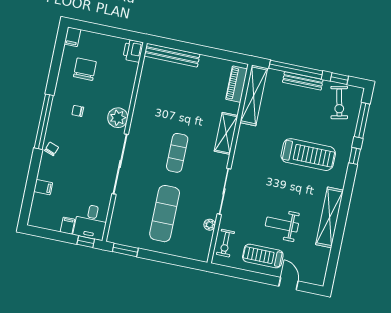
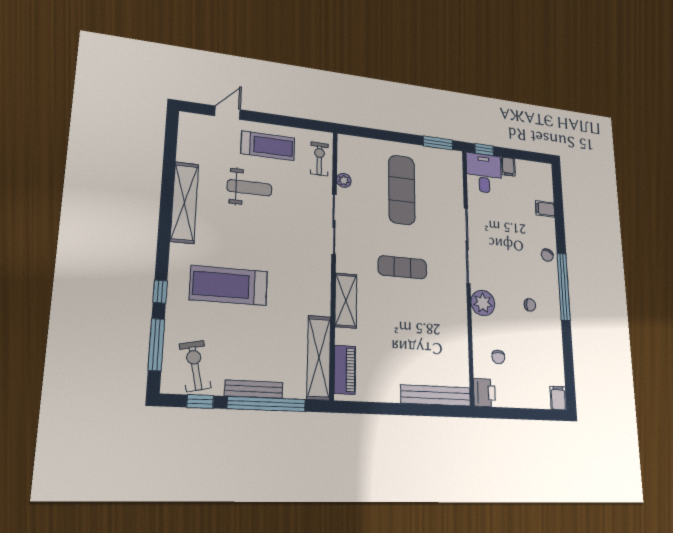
chair: (85, 69) -> (498, 357), moved, width x0.54, depth x0.54
exercise mat: (177, 153) -> (402, 267), turned 90
door: (289, 284) -> (228, 113), swing flipped

